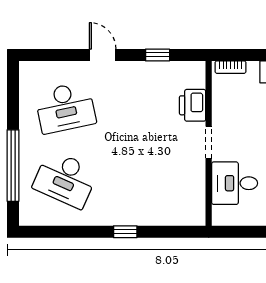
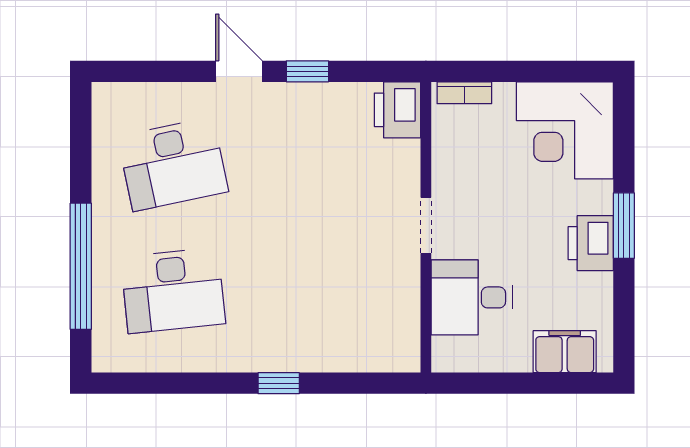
window: (158, 55) -> (307, 71), moved
printer: (193, 105) -> (398, 110), moved
desk: (65, 179) -> (173, 290), turned -30

